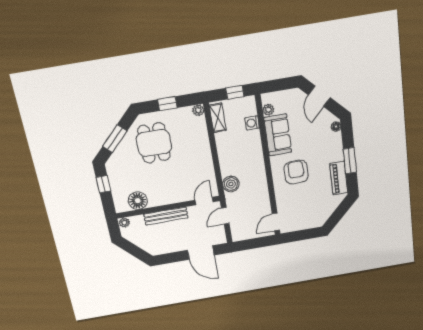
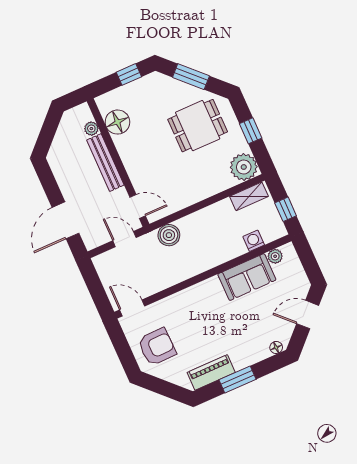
plant: (198, 110) -> (244, 167), width x1.88, depth x1.88
armchair: (296, 172) -> (157, 347), moved
plant: (124, 222) -> (91, 129), moved

